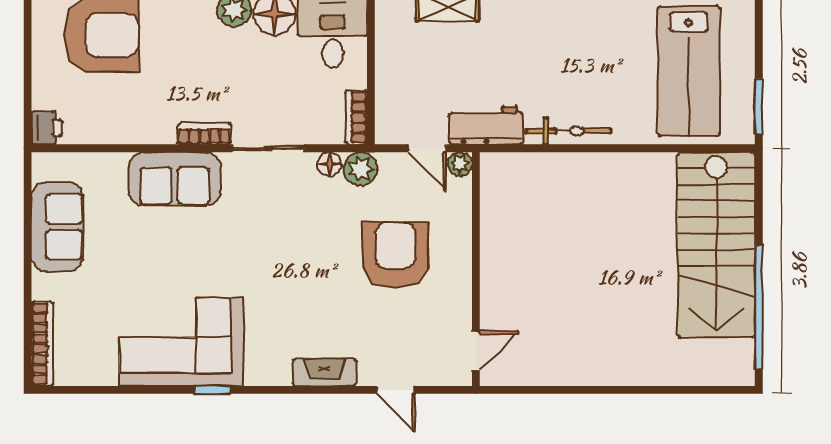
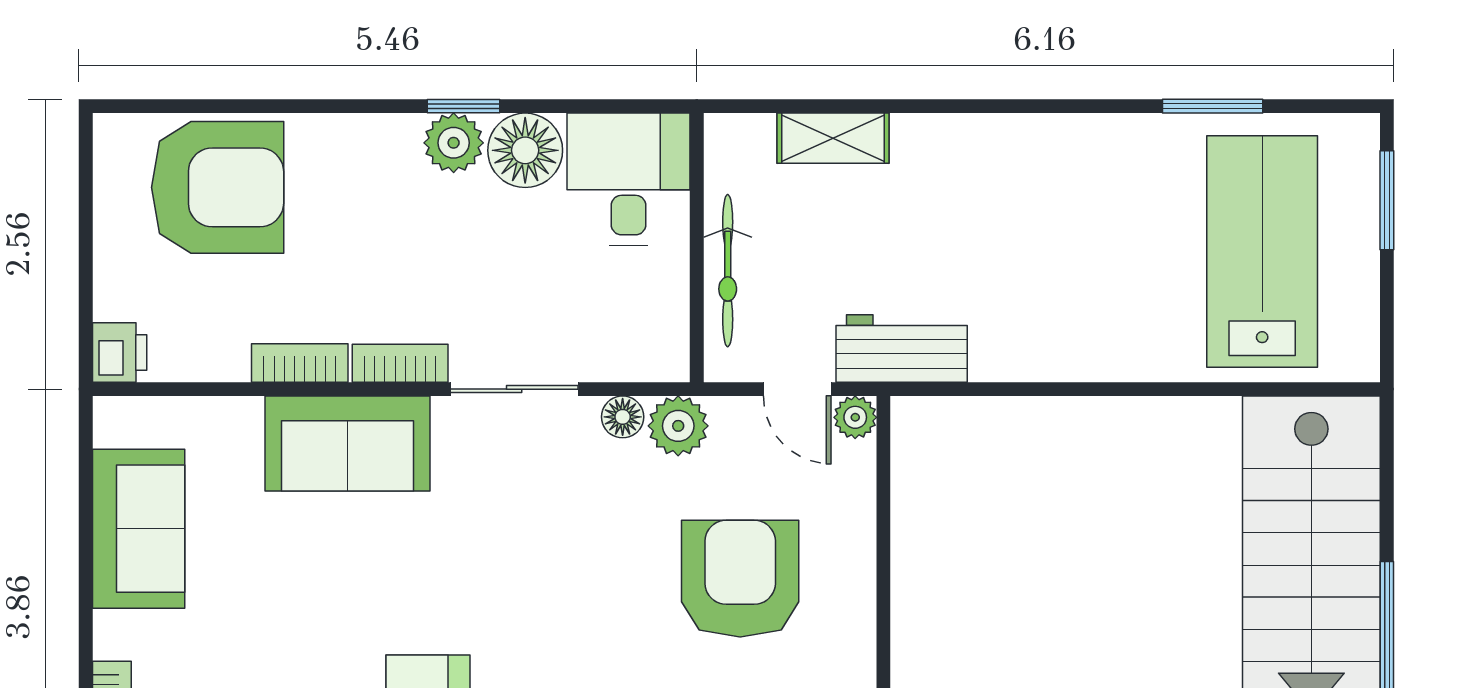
lab bench: (689, 71) -> (1262, 251), turned 180
window: (759, 107) -> (1387, 200), moved
bookcase: (356, 117) -> (300, 363), moved, turned 90
bicycle: (568, 131) -> (728, 271), moved, turned 90

